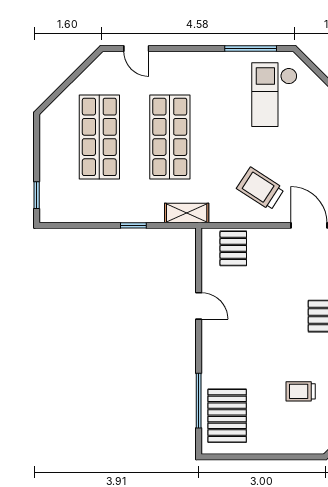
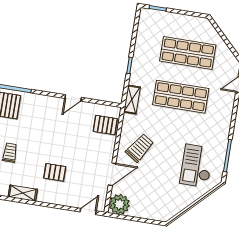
checkout: (274, 95) -> (197, 166), turned -90

